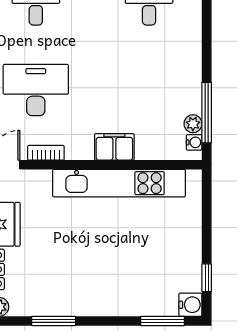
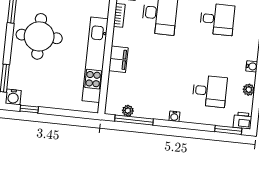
water cooler: (194, 142) -> (174, 116), moved
round table: (92, 274) -> (39, 36), added

